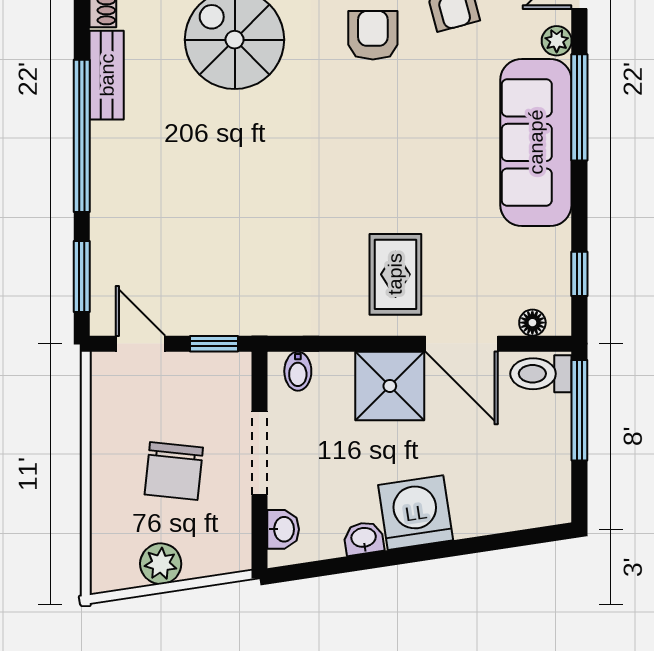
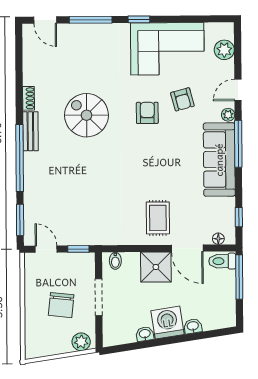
washbasin: (283, 529) -> (193, 326), moved, turned -99
plant: (161, 564) -> (81, 342), moved

